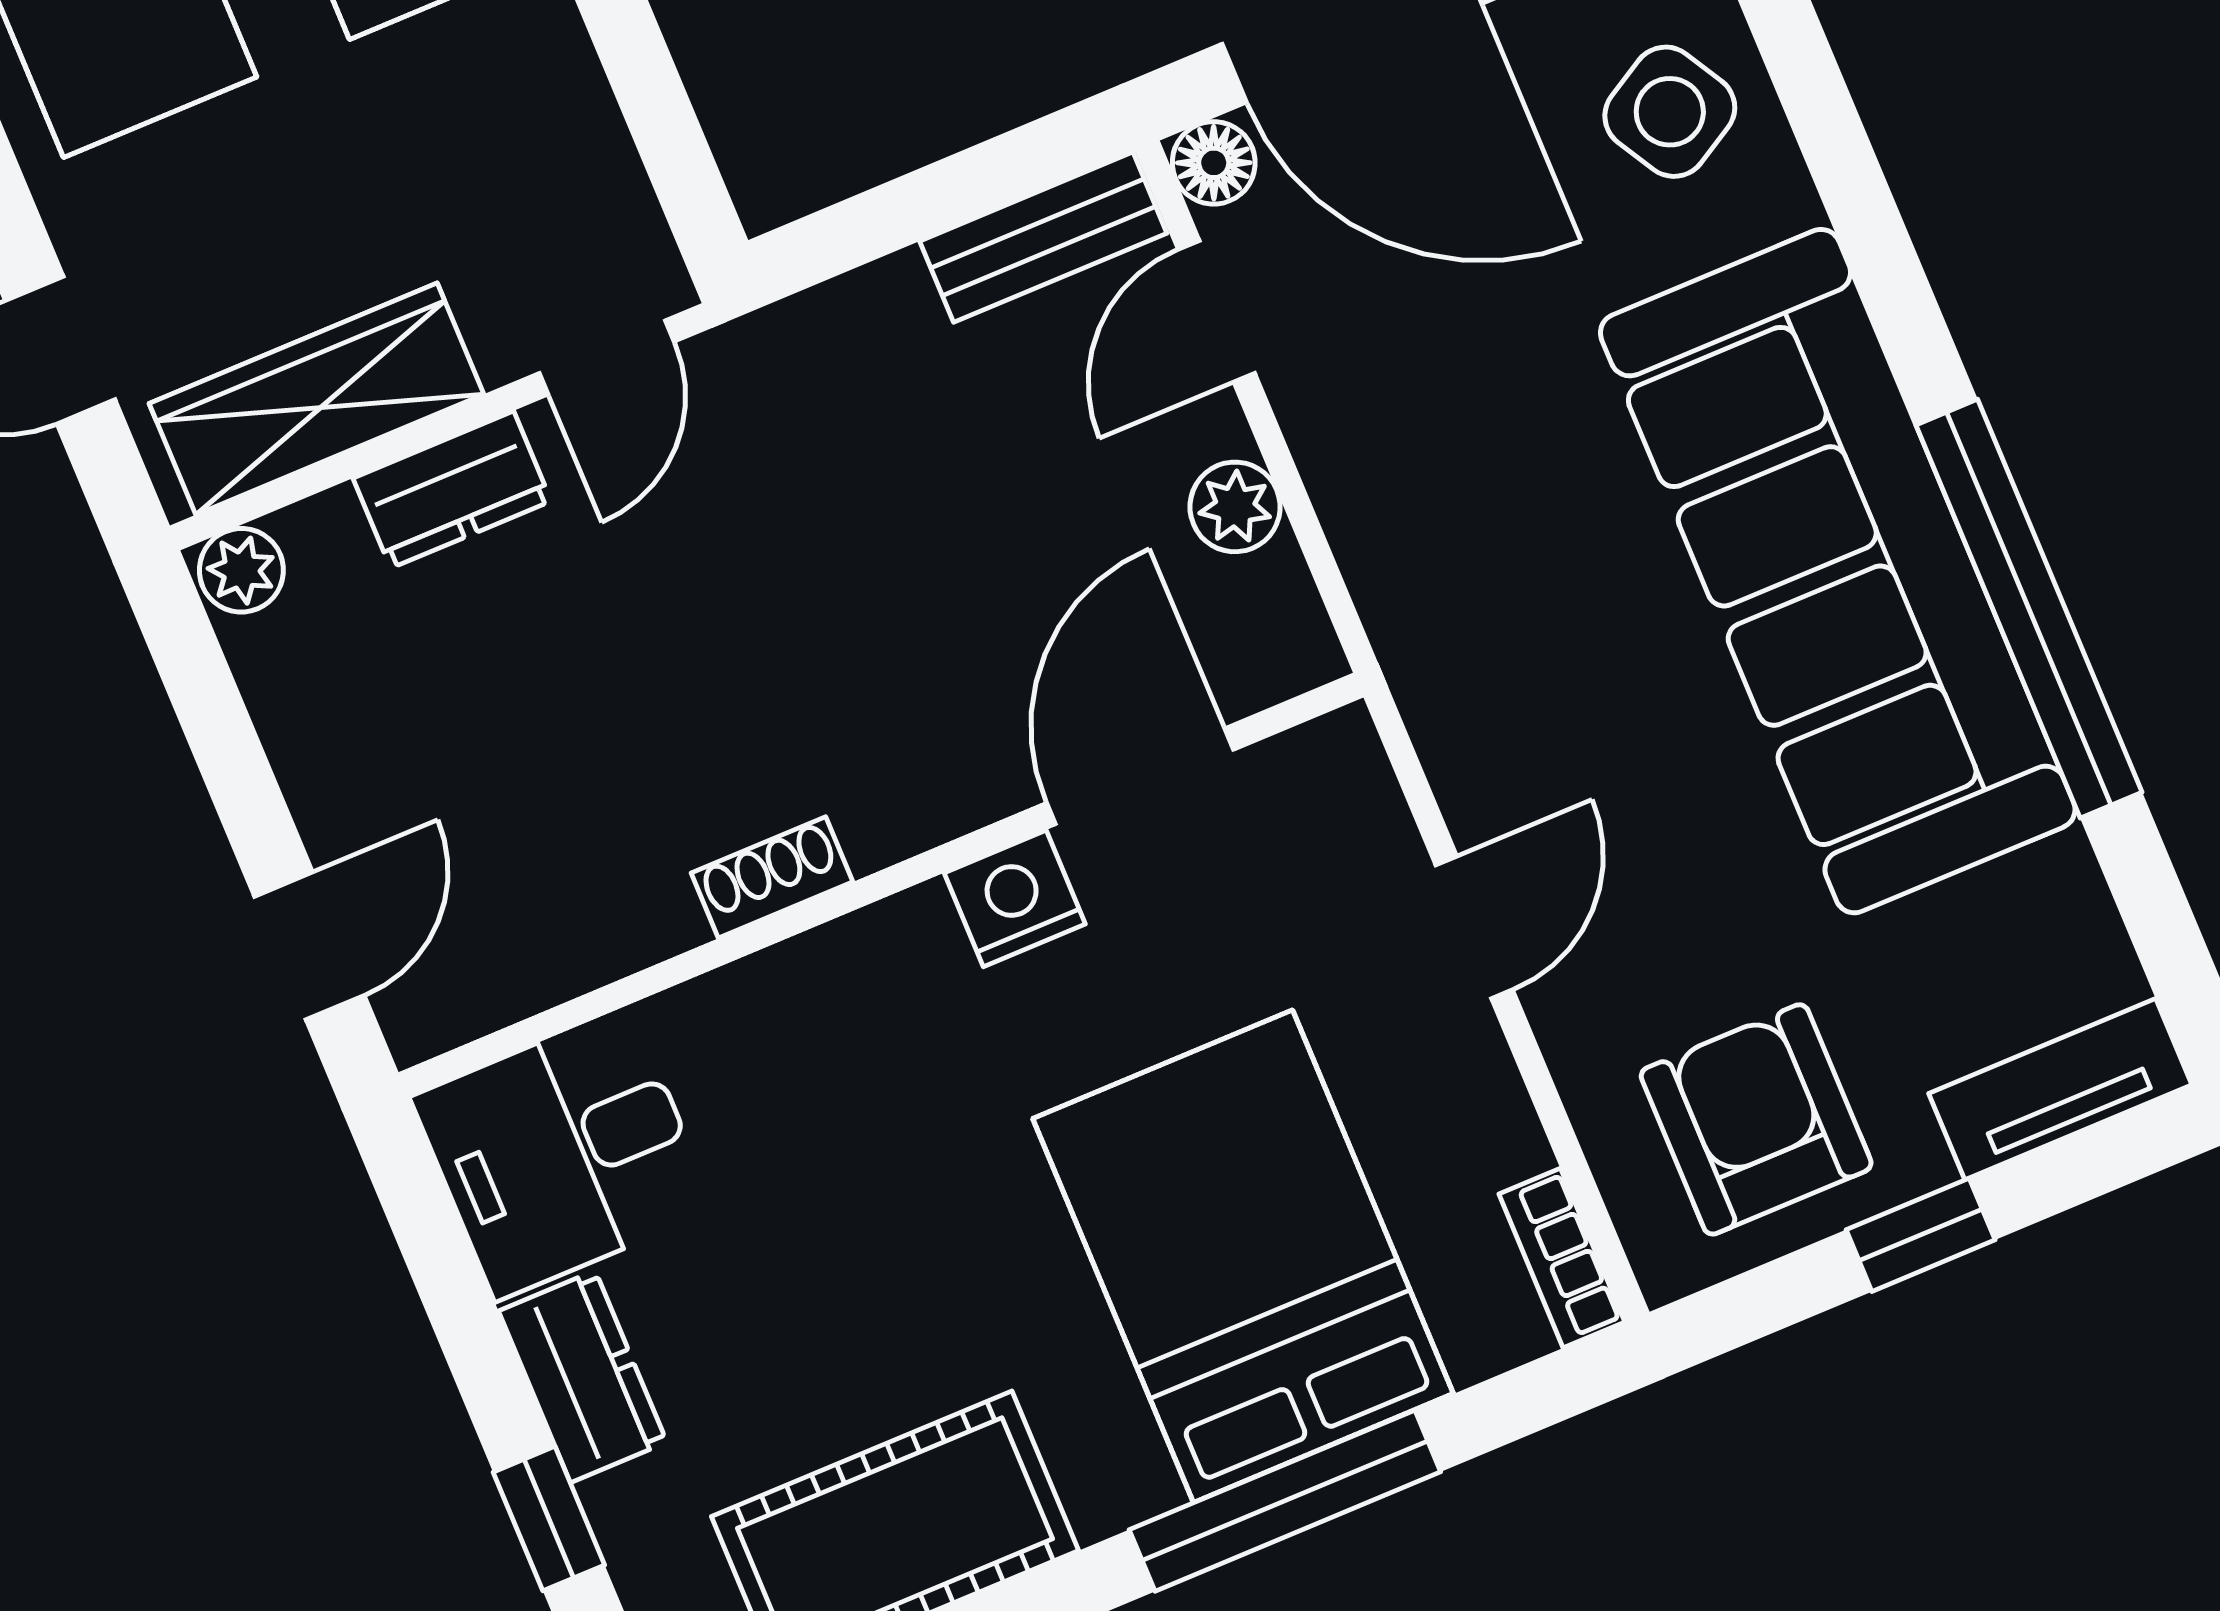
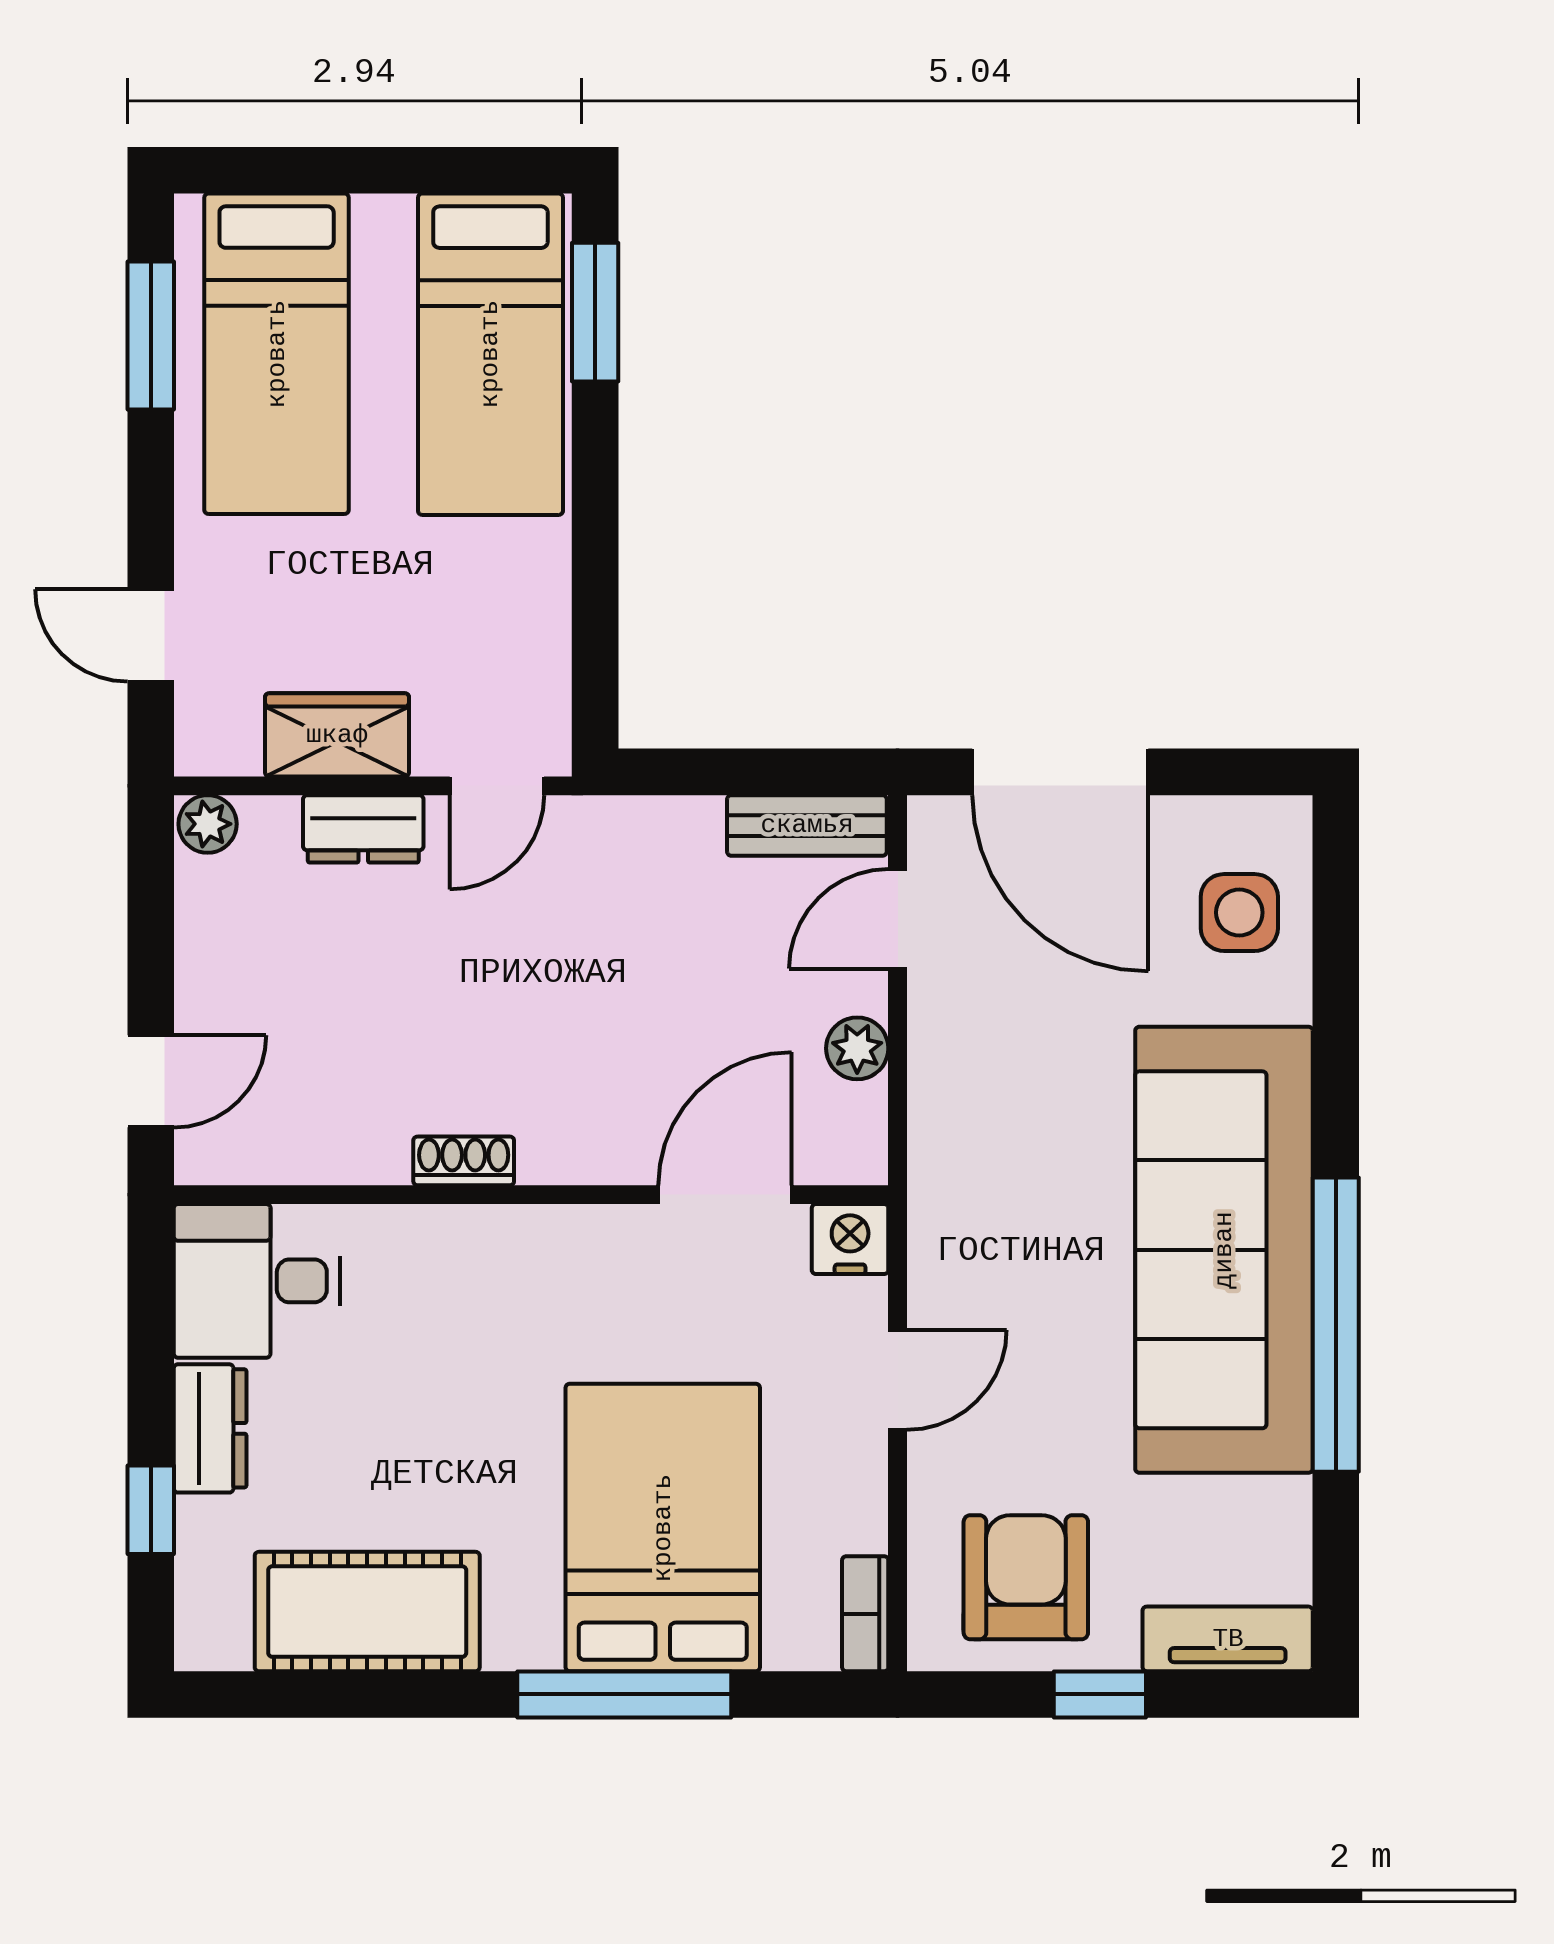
side table: (1670, 112) -> (1239, 913), turned 30
floor lamp: (1214, 163) -> (935, 824), removed
wardrobe: (317, 399) -> (337, 735), width x0.67
nightstand: (1015, 898) -> (850, 1239), moved

